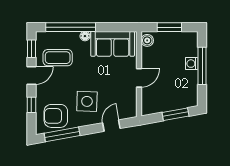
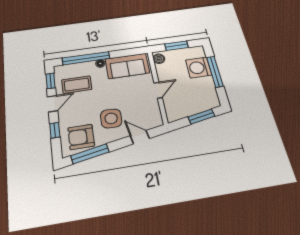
washing machine: (192, 64) -> (199, 68), width x1.89, depth x1.89
door: (111, 126) -> (140, 137), hinge flipped

